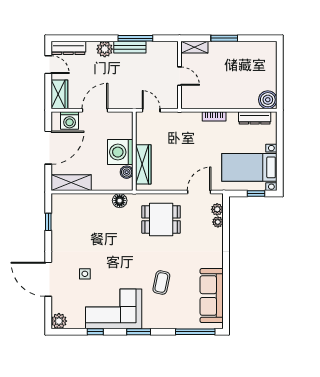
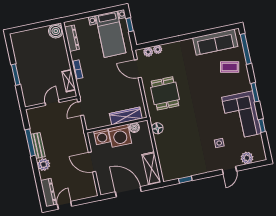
shelving: (194, 47) -> (69, 81), moved
wardrobe: (59, 94) -> (86, 192), removed
door: (151, 110) -> (81, 109), moved
washing machine: (70, 121) -> (102, 137), moved, turned 90
door: (48, 279) -> (229, 170), width x0.53
coffee table: (161, 282) -> (230, 67), moved
plant: (59, 321) -> (247, 158), moved

